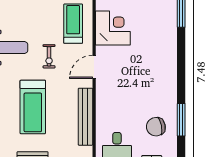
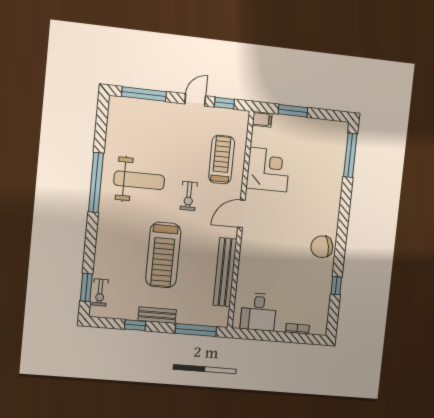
window: (181, 120) -> (336, 286), width x0.46
chair: (156, 127) -> (322, 247), moved

